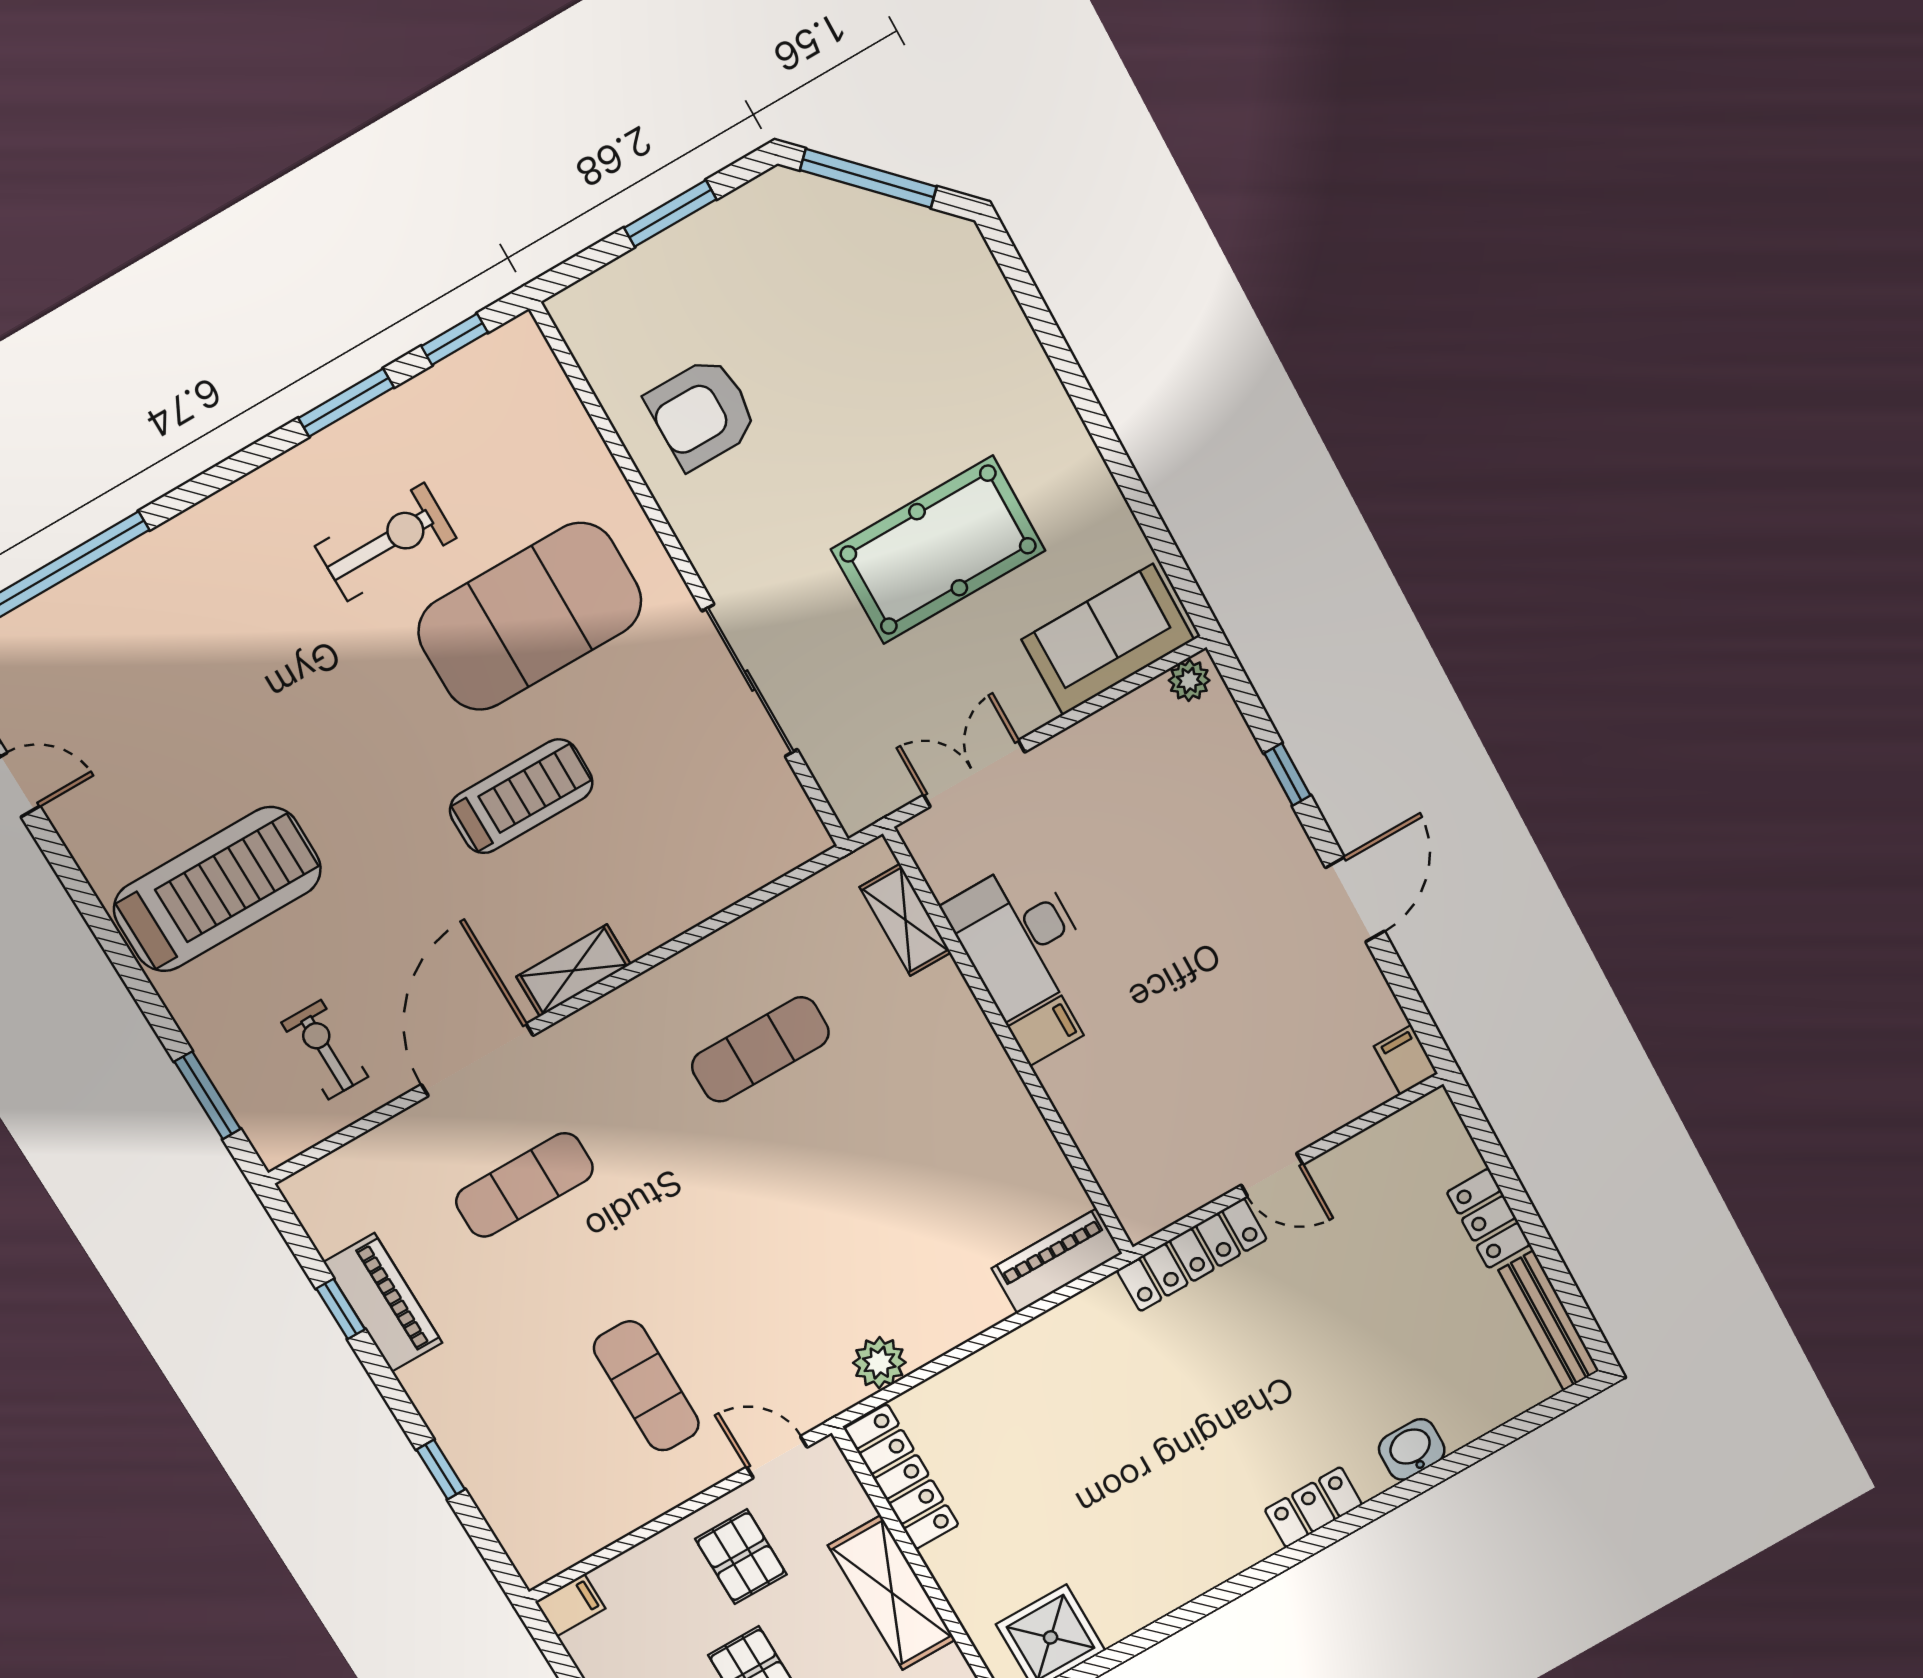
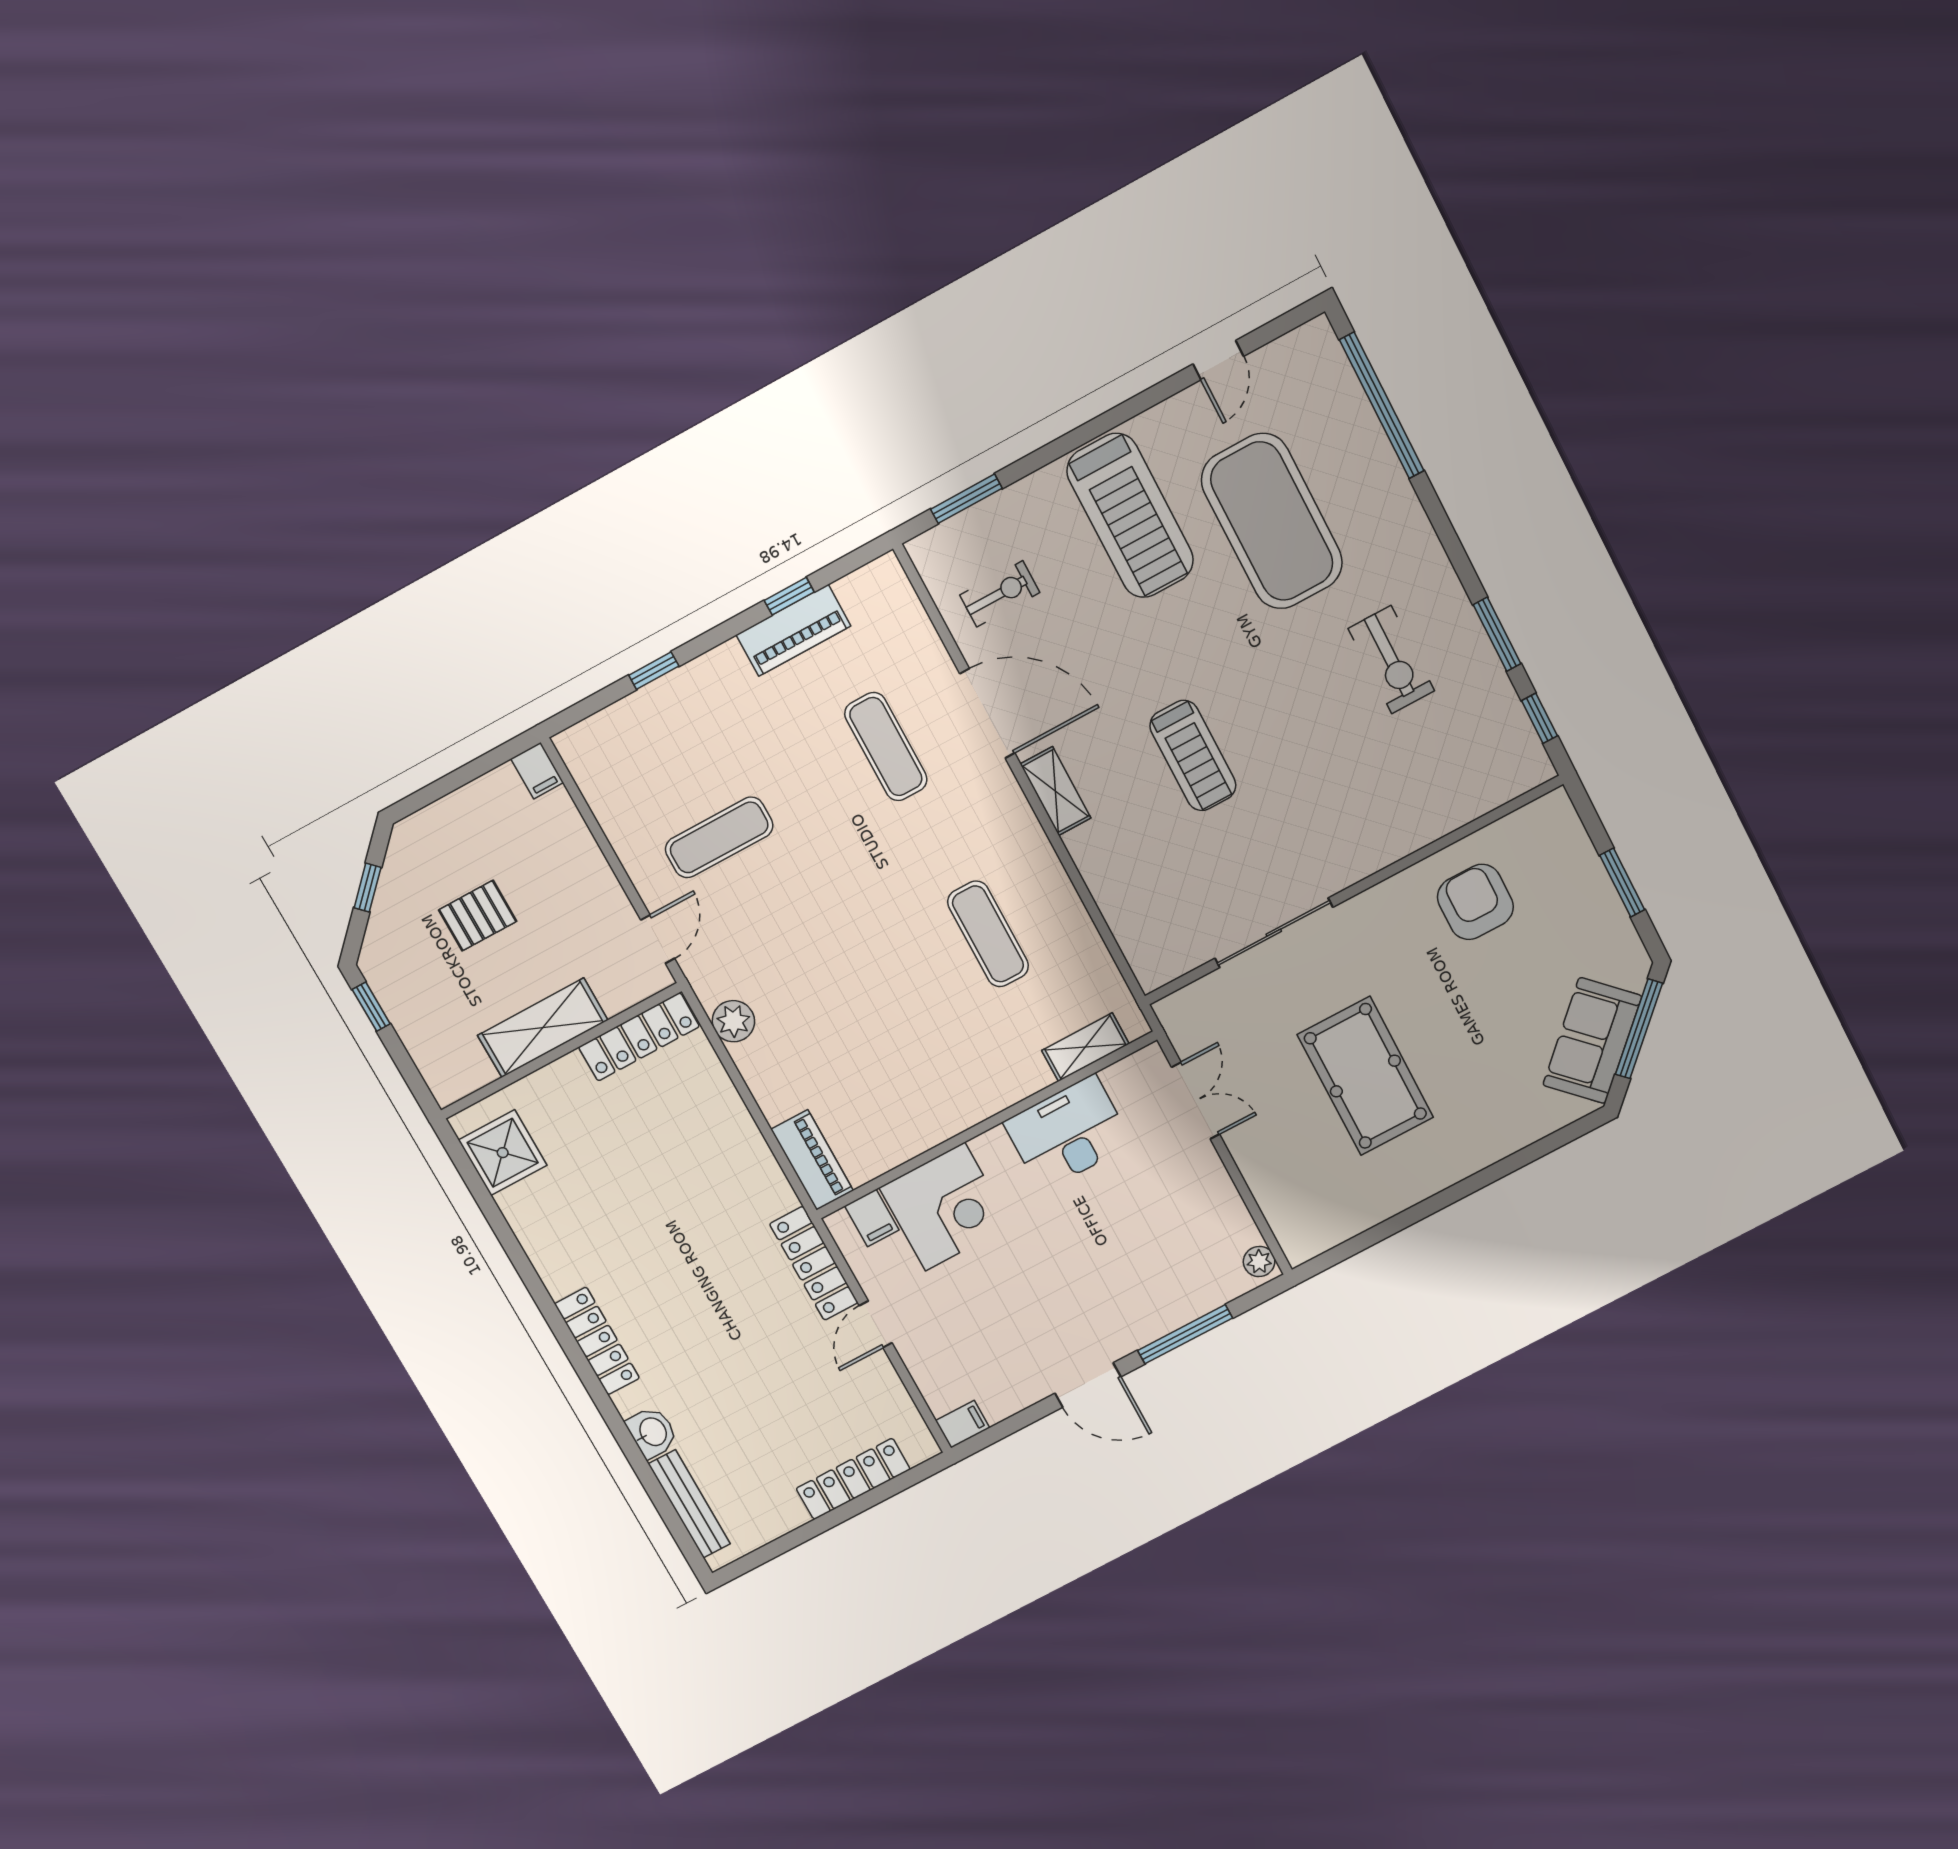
exercise mat: (530, 616) -> (1272, 521), moved
sofa: (1108, 640) -> (1592, 1041), moved, turned -135
window: (1287, 774) -> (1185, 1334), width x2.17
filing cabinet: (1046, 1031) -> (872, 1218), moved
corner desk: (1117, 1092) -> (945, 1207), added
locker: (1489, 1218) -> (853, 1479), width x1.53
bench: (1549, 1321) -> (689, 1504), moved, turned 90
locker: (1313, 1507) -> (597, 1341), width x1.53
pallet: (741, 1557) -> (575, 909), removed

